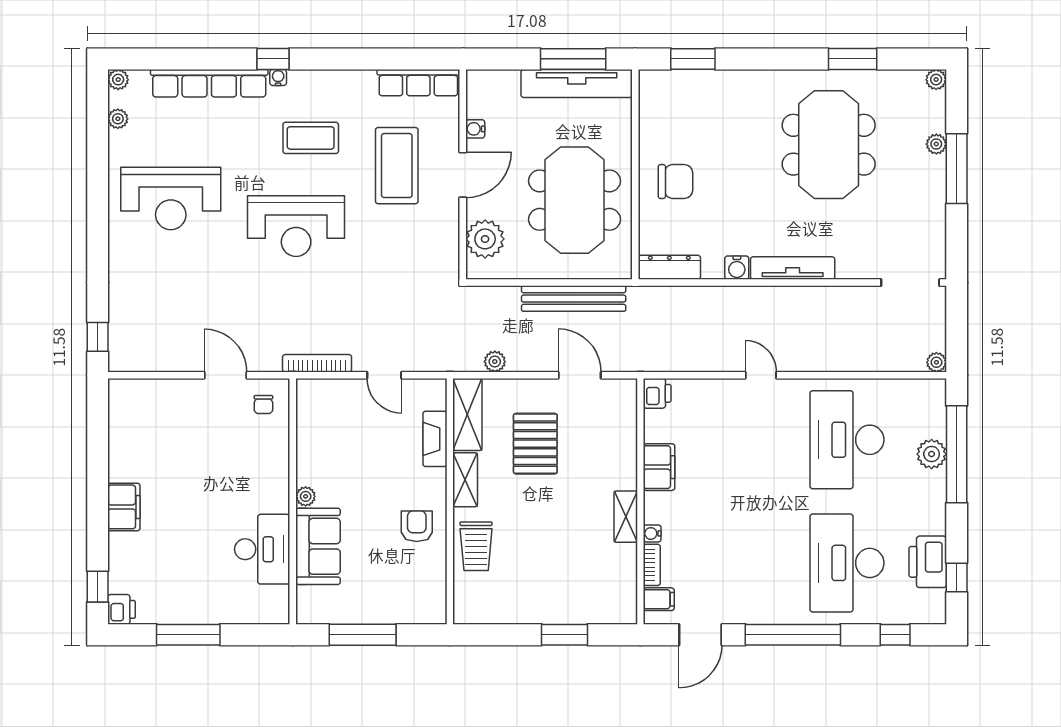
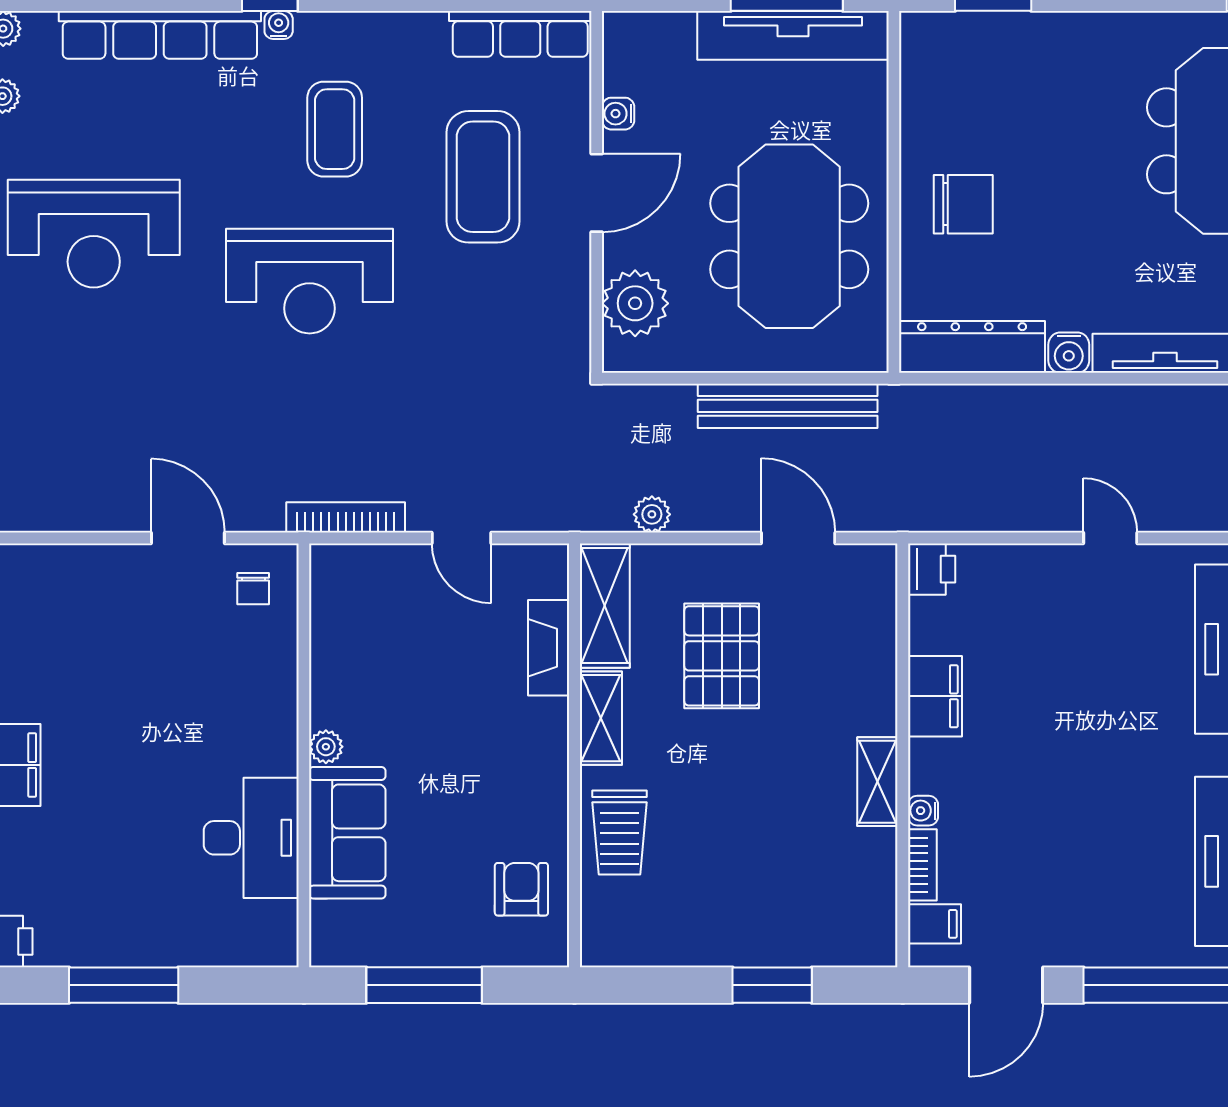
coffee table: (311, 138) -> (335, 129), turned 90
dresser: (669, 267) -> (972, 347), width x1.37, depth x1.24
armchair: (417, 526) -> (521, 889), moved

